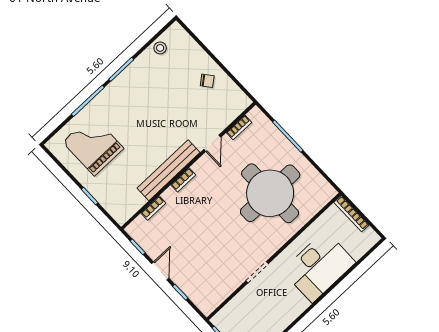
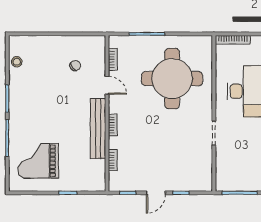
chair: (207, 81) -> (75, 66), moved
door: (160, 271) -> (156, 193), swing flipped

